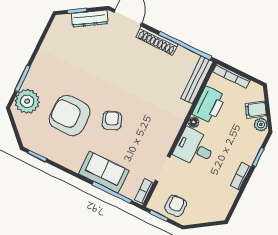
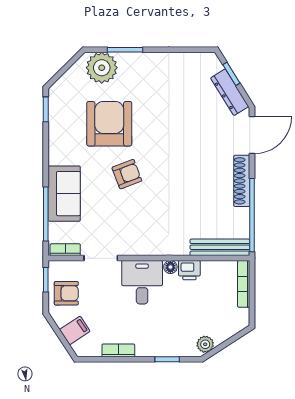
printer: (209, 105) -> (189, 270), width x0.53, depth x0.68
filing cabinet: (256, 110) -> (75, 330), moved, turned 90
bookcase: (241, 176) -> (118, 350), moved

